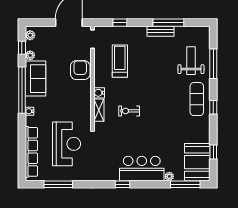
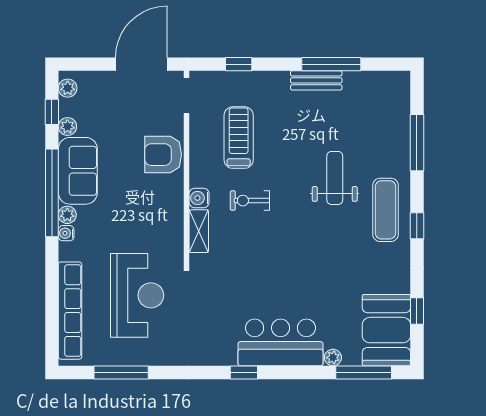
weight bench: (191, 61) -> (335, 178), moved
armchair: (80, 70) -> (163, 155), turned -90
plant: (30, 102) -> (67, 215), added
exercise bike: (129, 111) -> (250, 201), moved

